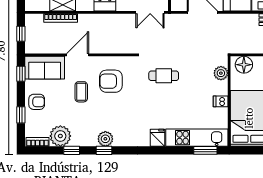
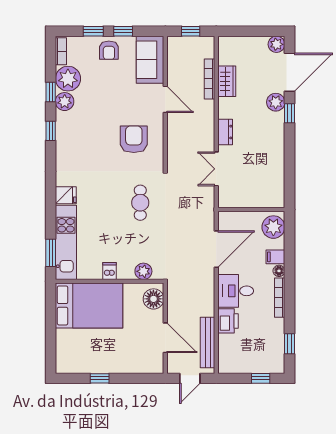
double door: (150, 12) -> (216, 169), moved
window: (21, 74) -> (123, 31), moved
coffee table: (81, 92) -> (121, 104), removed
plant: (105, 139) -> (65, 102), moved

